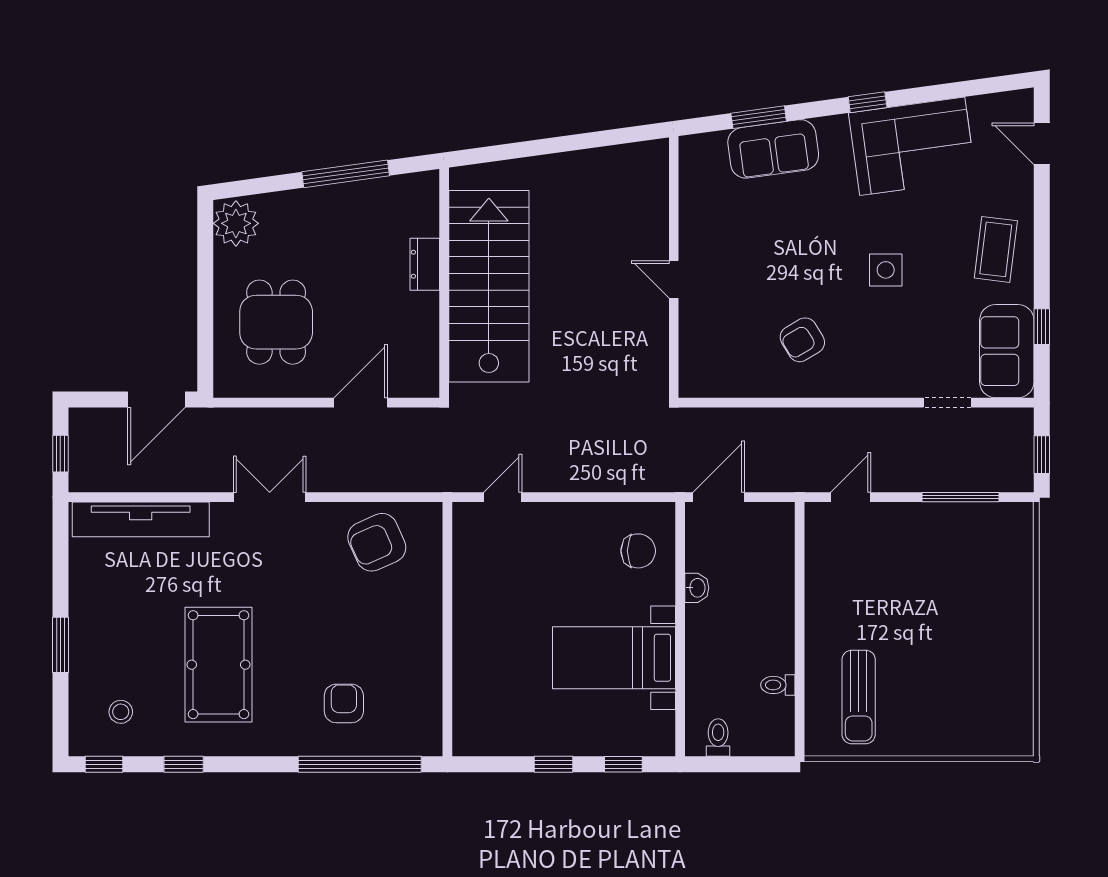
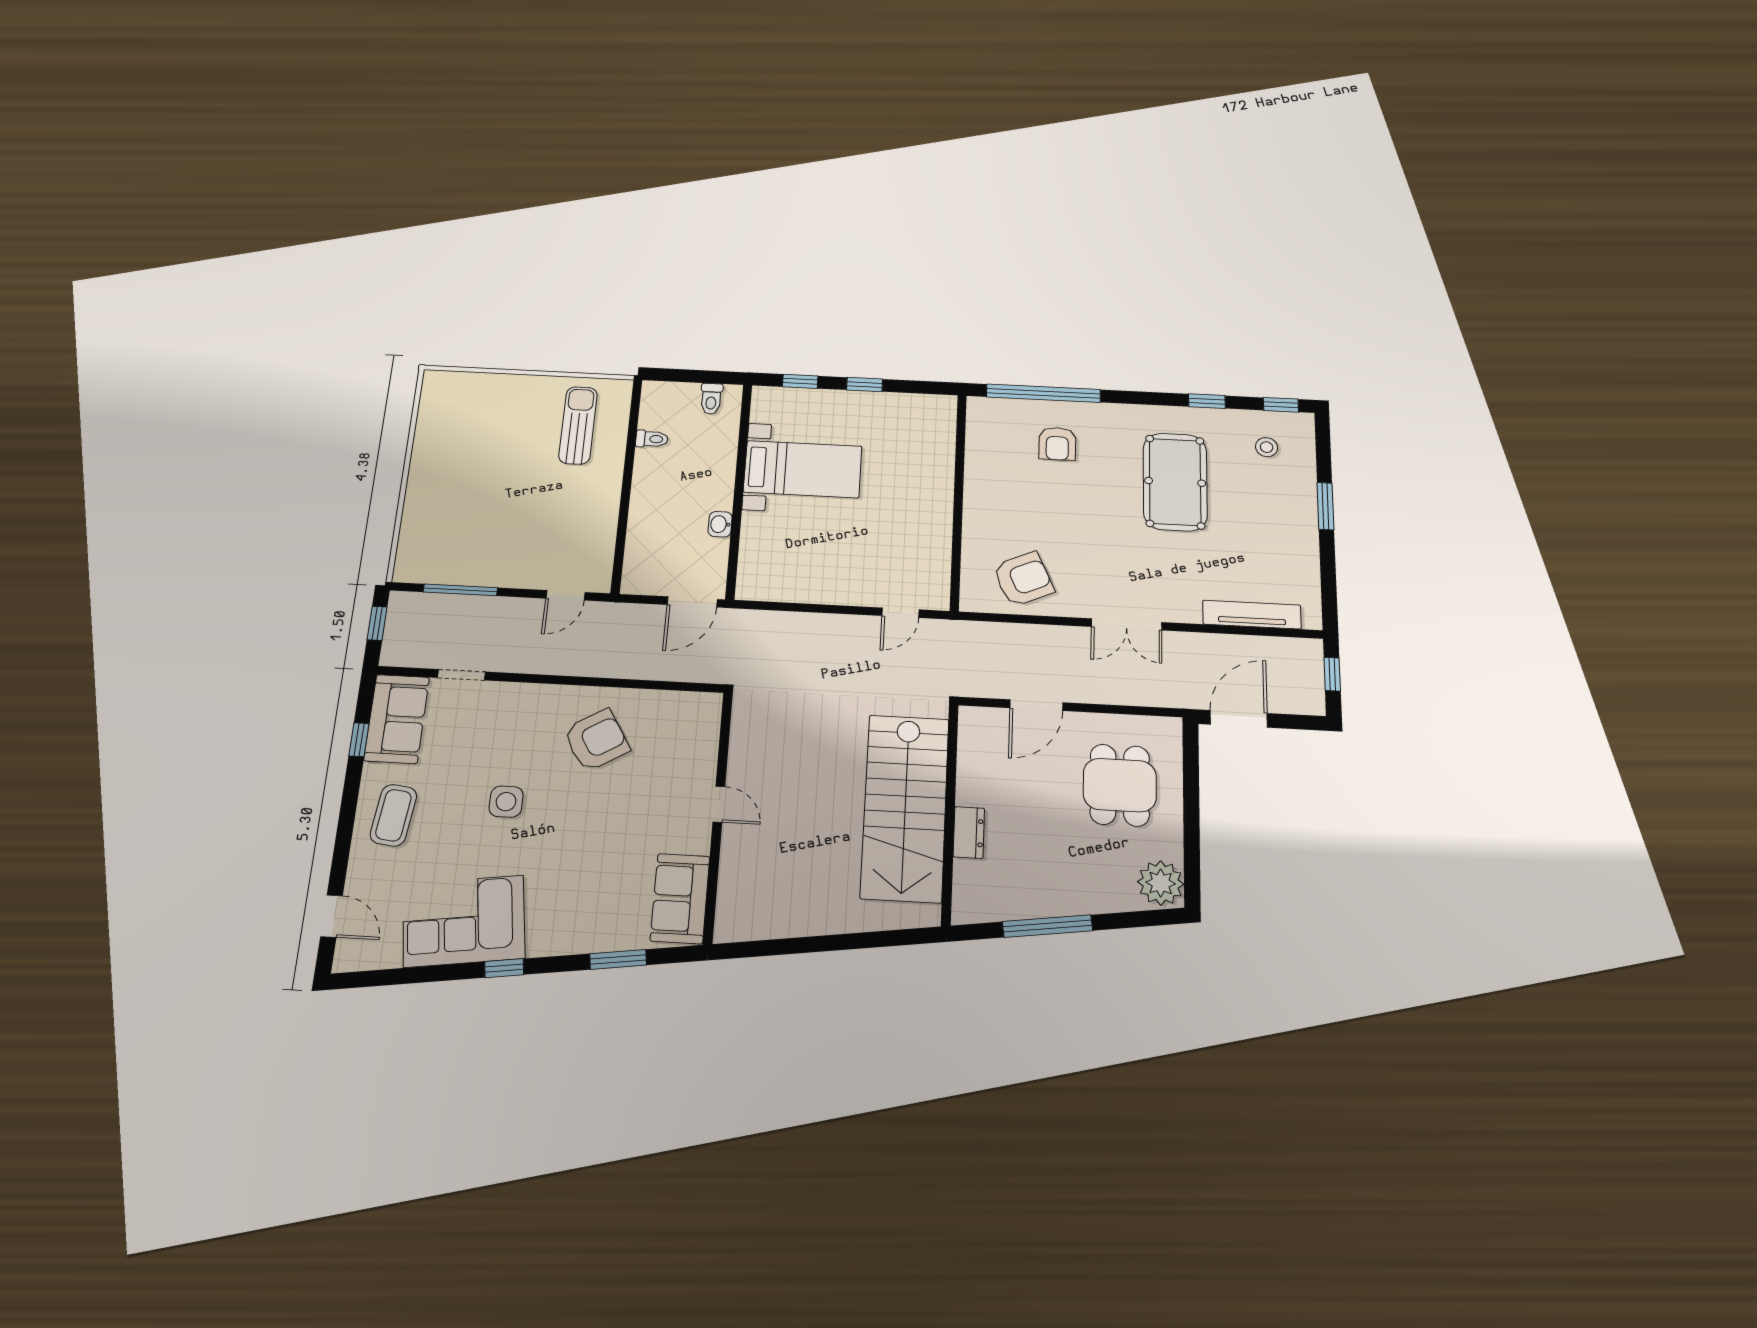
sofa: (773, 149) -> (680, 899), moved, turned -82
armchair: (802, 340) -> (596, 740), width x1.38, depth x1.38
tv unit: (141, 519) -> (1252, 615), width x0.73, depth x0.78
chair: (638, 551) -> (773, 559), removed

